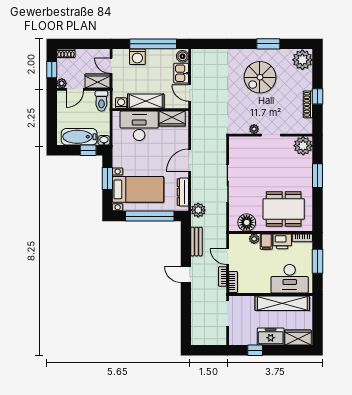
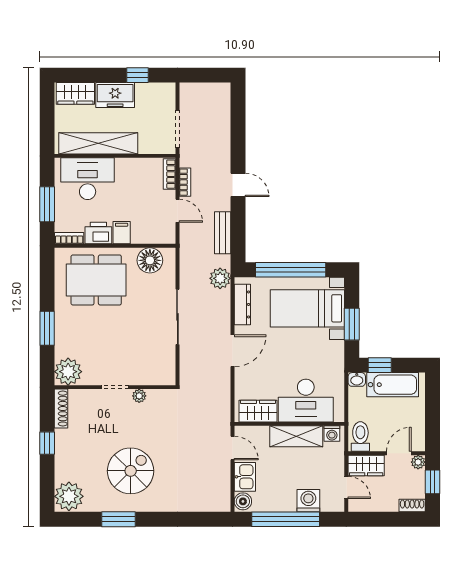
shoe rack: (308, 104) -> (61, 409), moved
plant: (254, 239) -> (139, 237), removed

